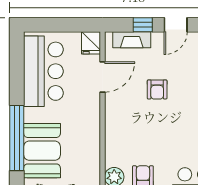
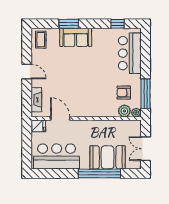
window: (143, 25) -> (27, 93), removed
armchair: (157, 89) -> (68, 83), removed

